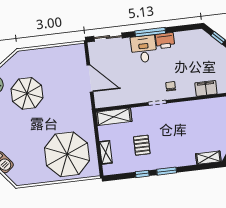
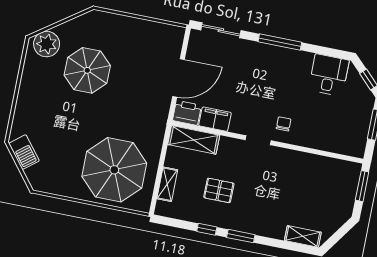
printer: (165, 41) -> (187, 113), moved, turned 180
desk: (144, 49) -> (329, 75), moved
door: (90, 78) -> (179, 78), hinge flipped
filing cabinet: (206, 88) -> (215, 119), moved
pallet: (142, 145) -> (219, 190), turned 90

